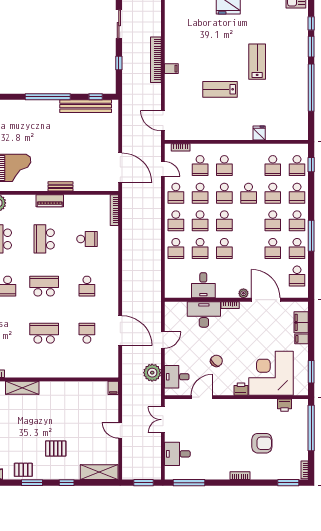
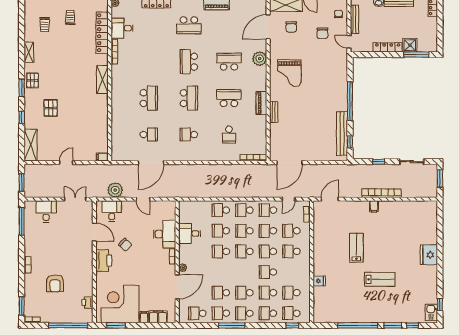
corner desk: (271, 373) -> (120, 304), moved, turned -90
printer: (241, 389) -> (104, 260), width x1.87, depth x1.48

